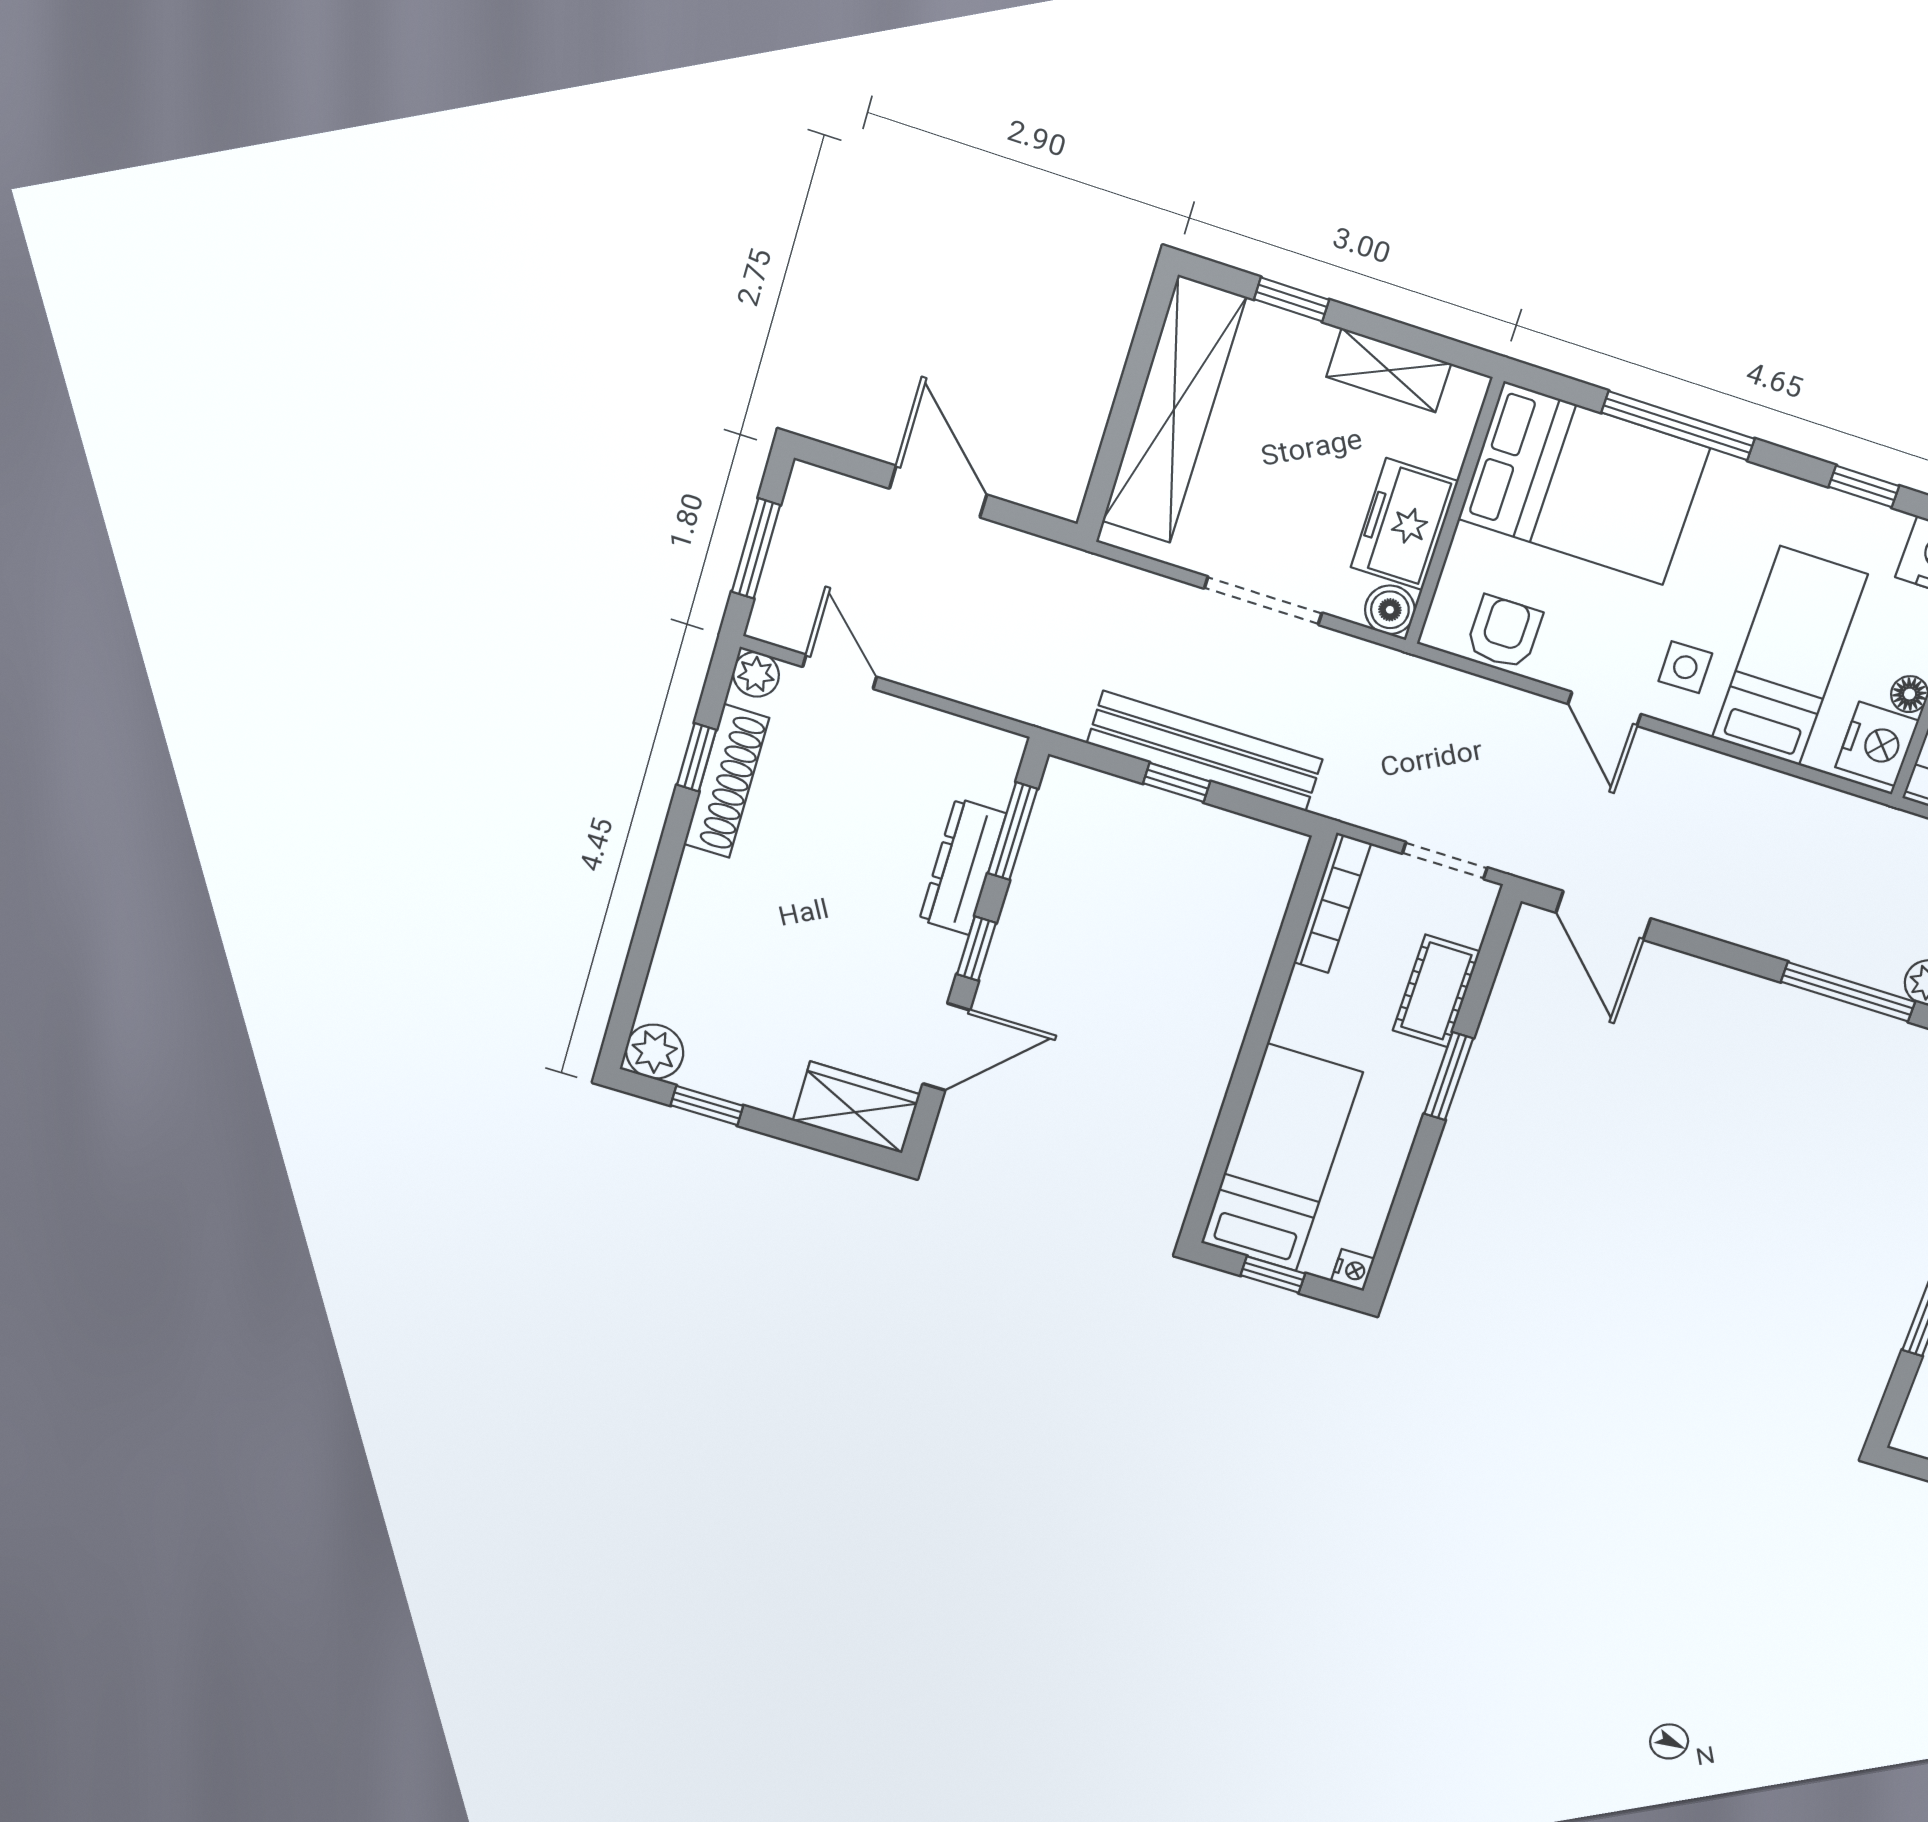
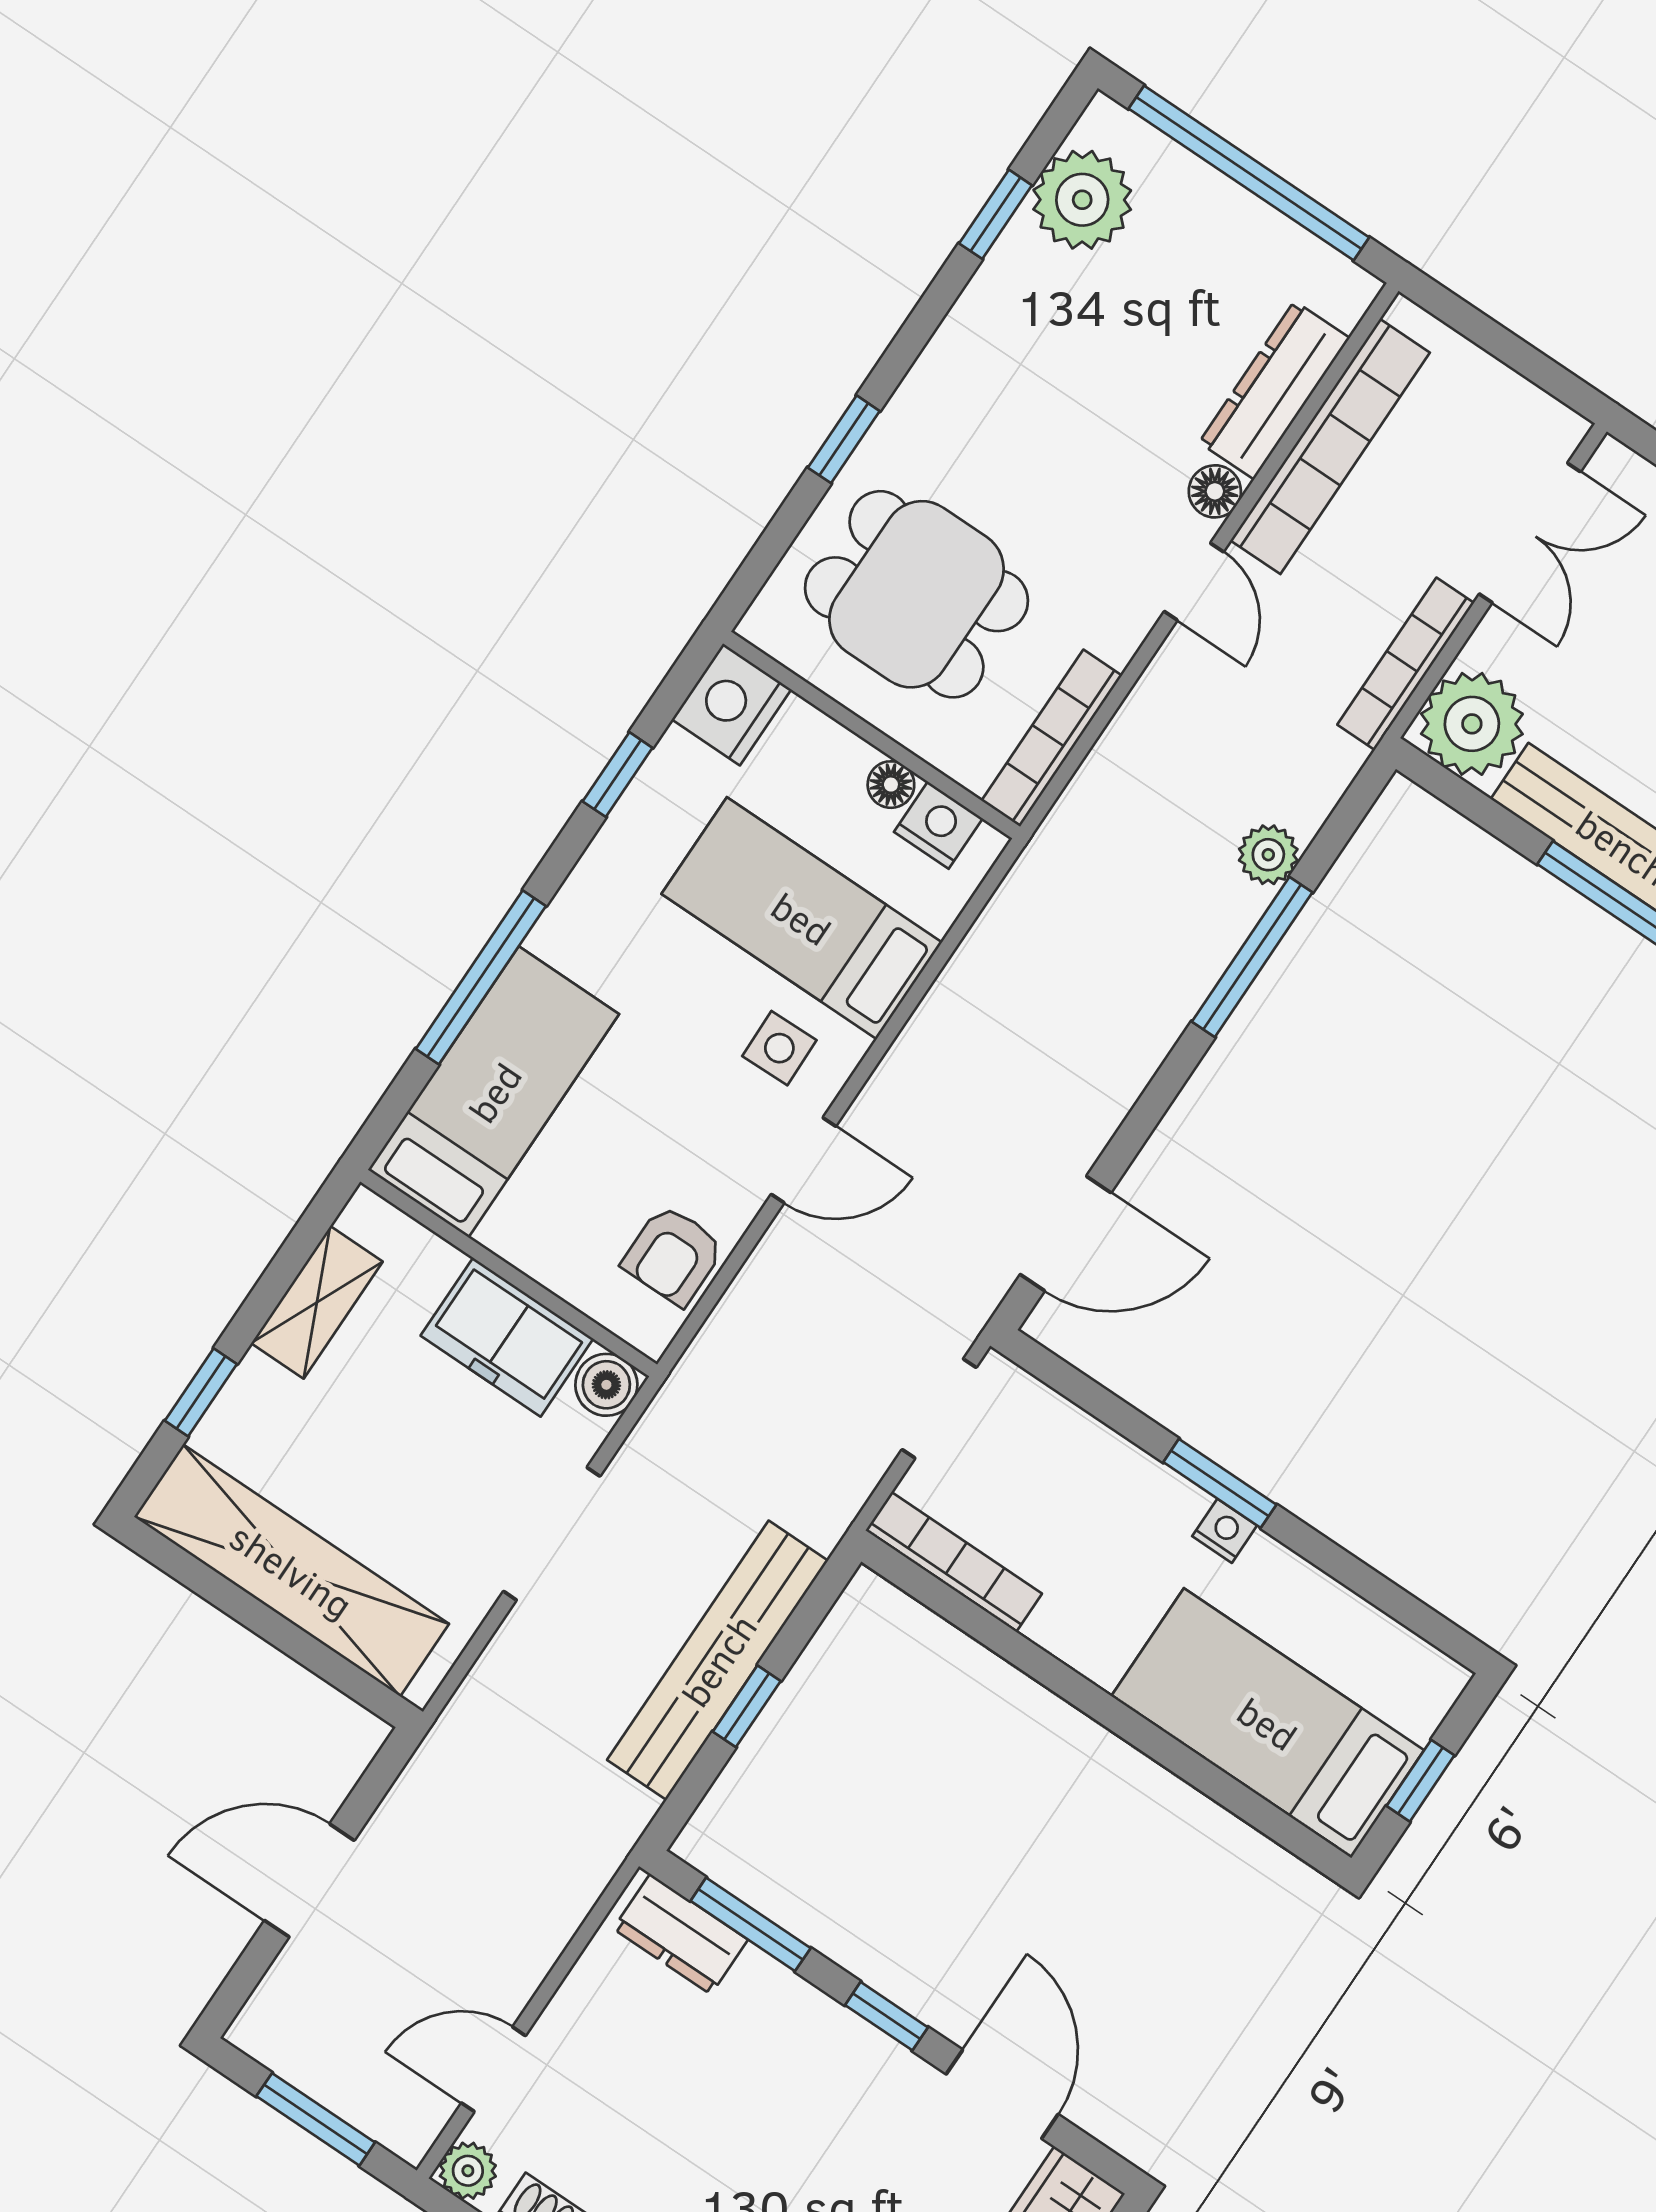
bed: (1584, 484) -> (494, 1092), width x0.67
armchair: (1504, 632) -> (673, 1255), turned -90
nightstand: (1877, 744) -> (938, 825), width x0.74, depth x0.75
dresser: (963, 867) -> (681, 1934), moved, width x0.70
cot: (1436, 991) -> (1104, 1467), removed
nightstand: (1353, 1270) -> (1225, 1531), moved

